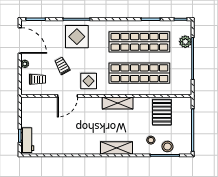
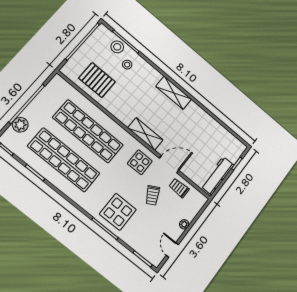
door: (20, 40) -> (172, 250), width x0.53
trolley: (37, 79) -> (179, 188), moved
shelving: (118, 103) -> (145, 134), moved
pallet: (162, 112) -> (97, 80), turned 90
workbench: (27, 140) -> (217, 176), moved, width x1.38
shelving: (116, 148) -> (174, 93), moved

